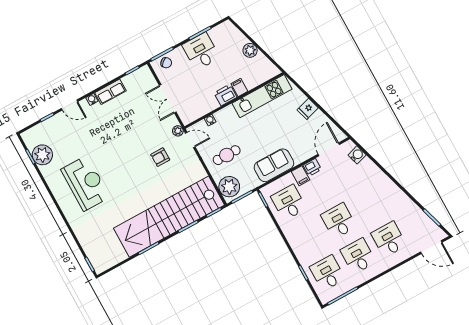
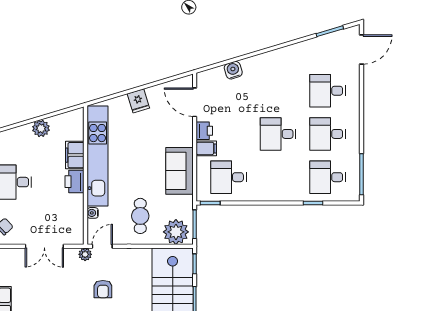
filing cabinet: (239, 87) -> (75, 155), width x2.00
kitchen unit: (262, 96) -> (98, 156), width x1.36
water cooler: (357, 155) -> (233, 70), moved

